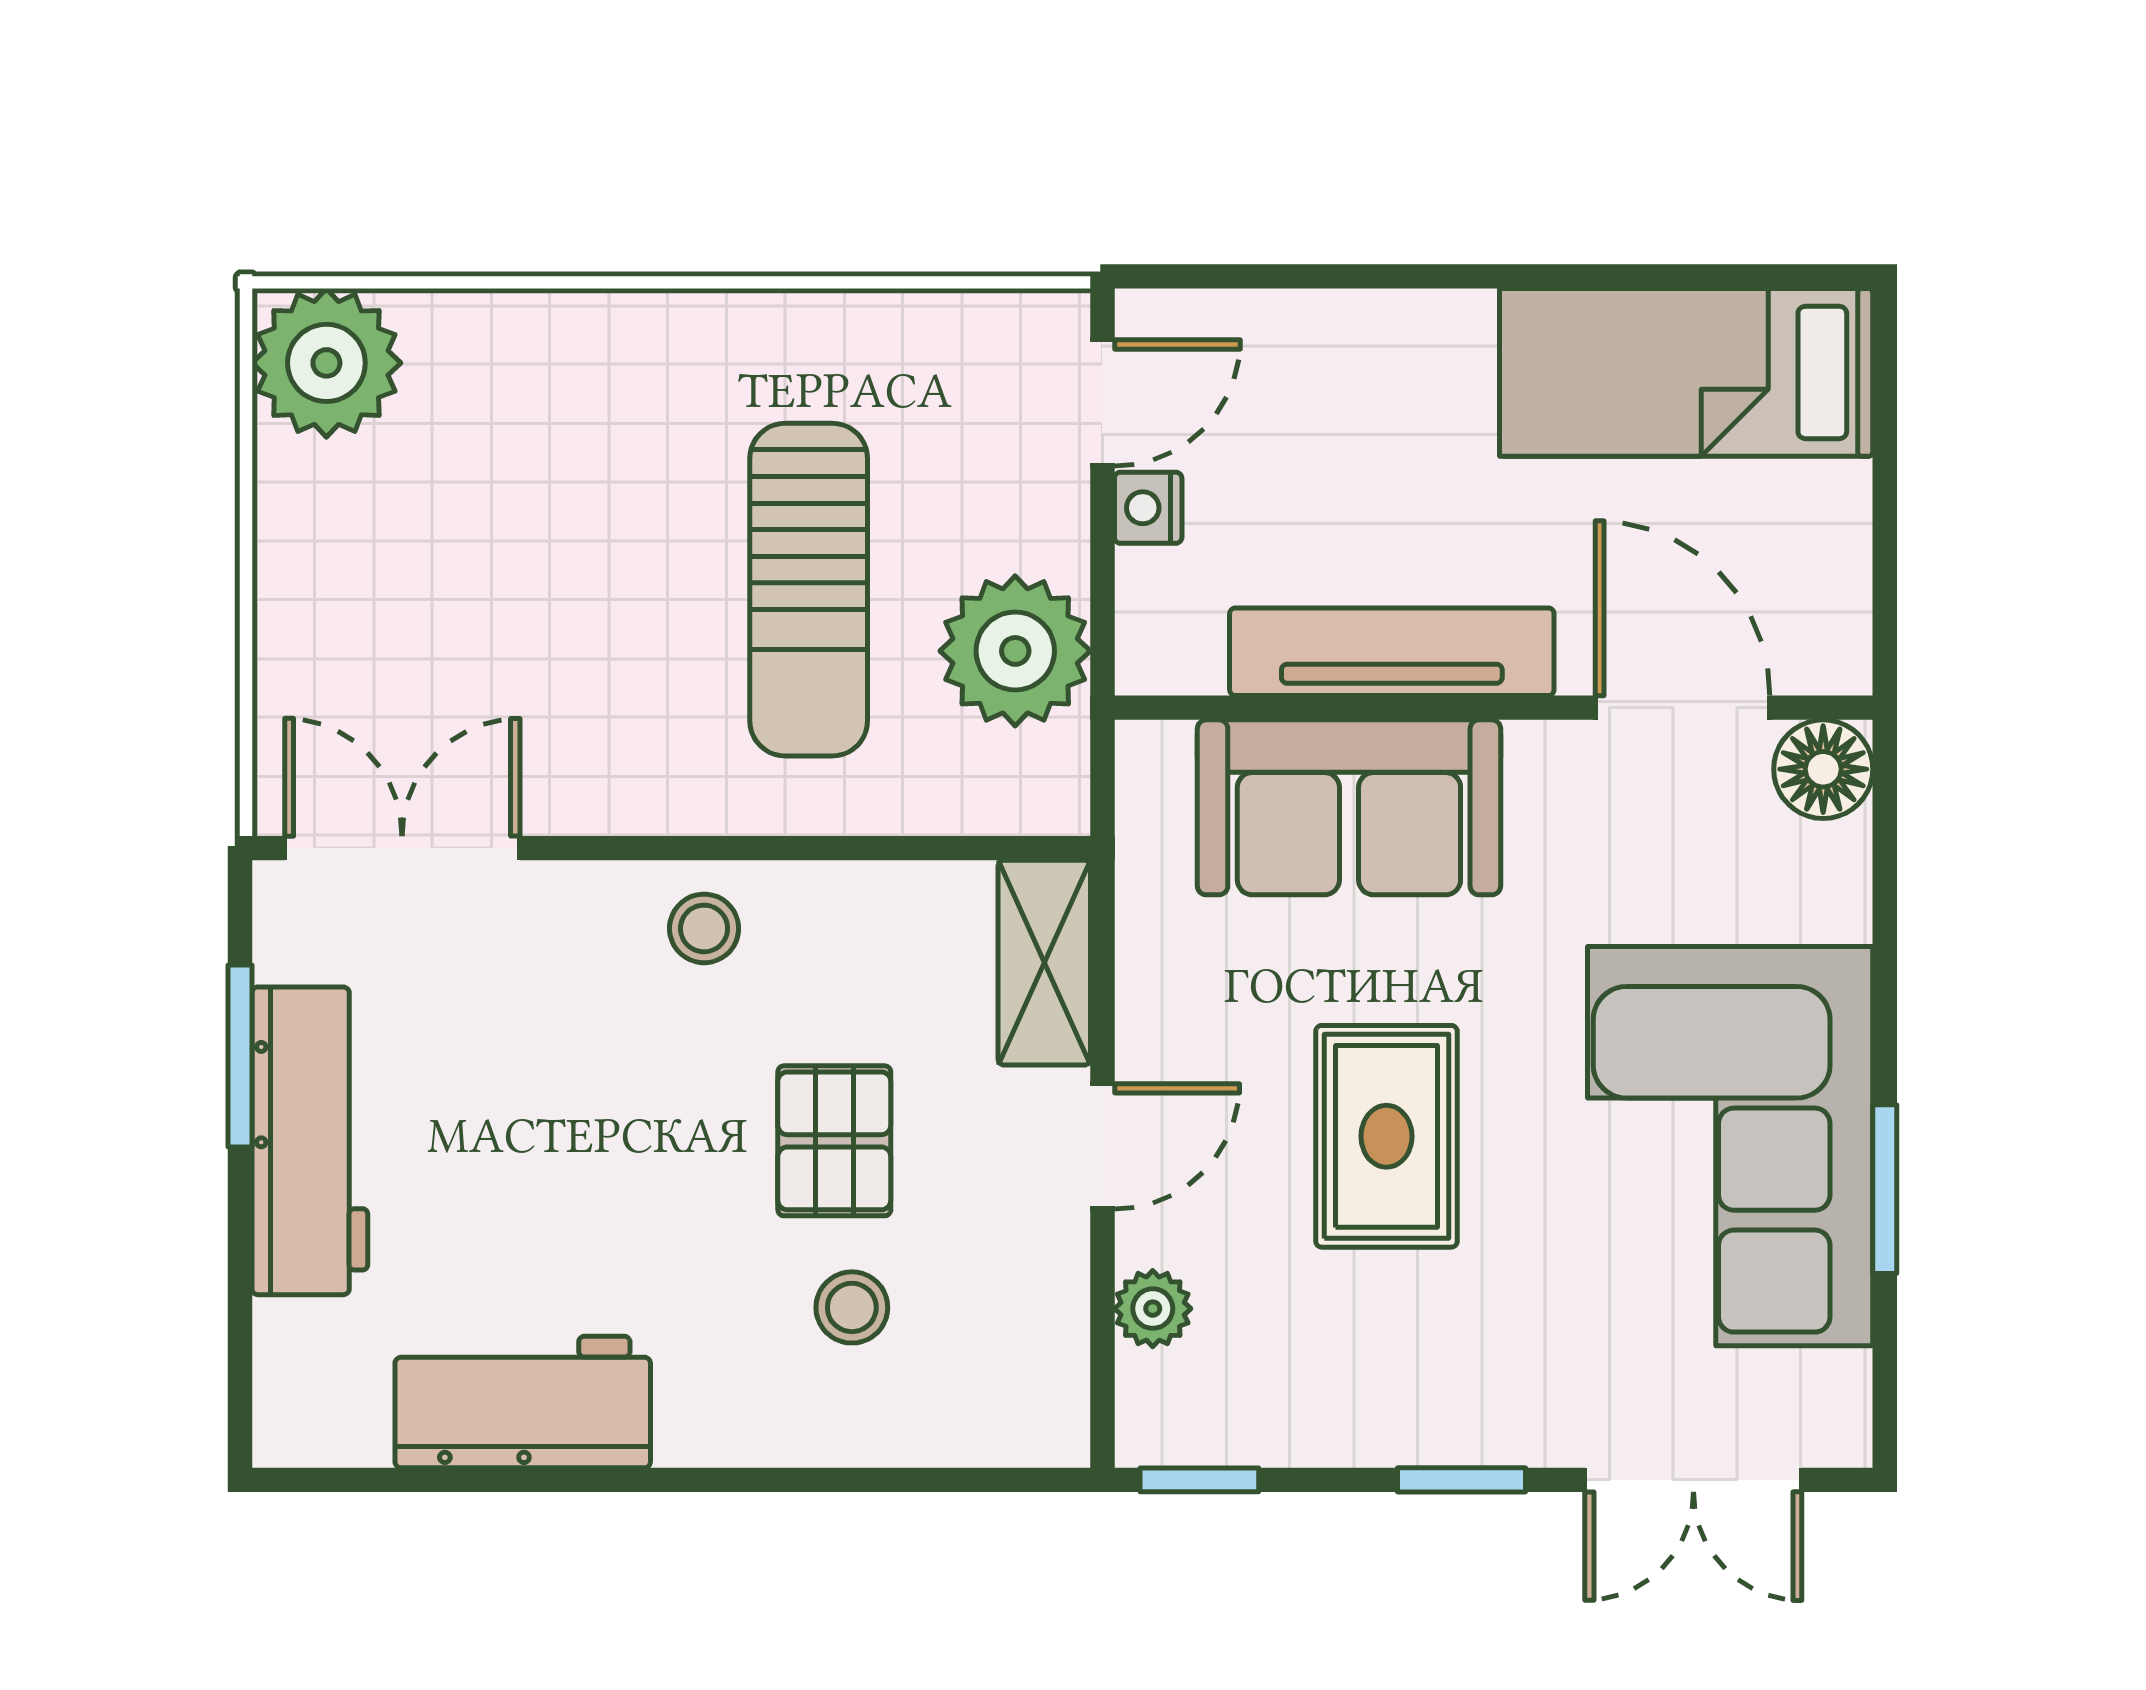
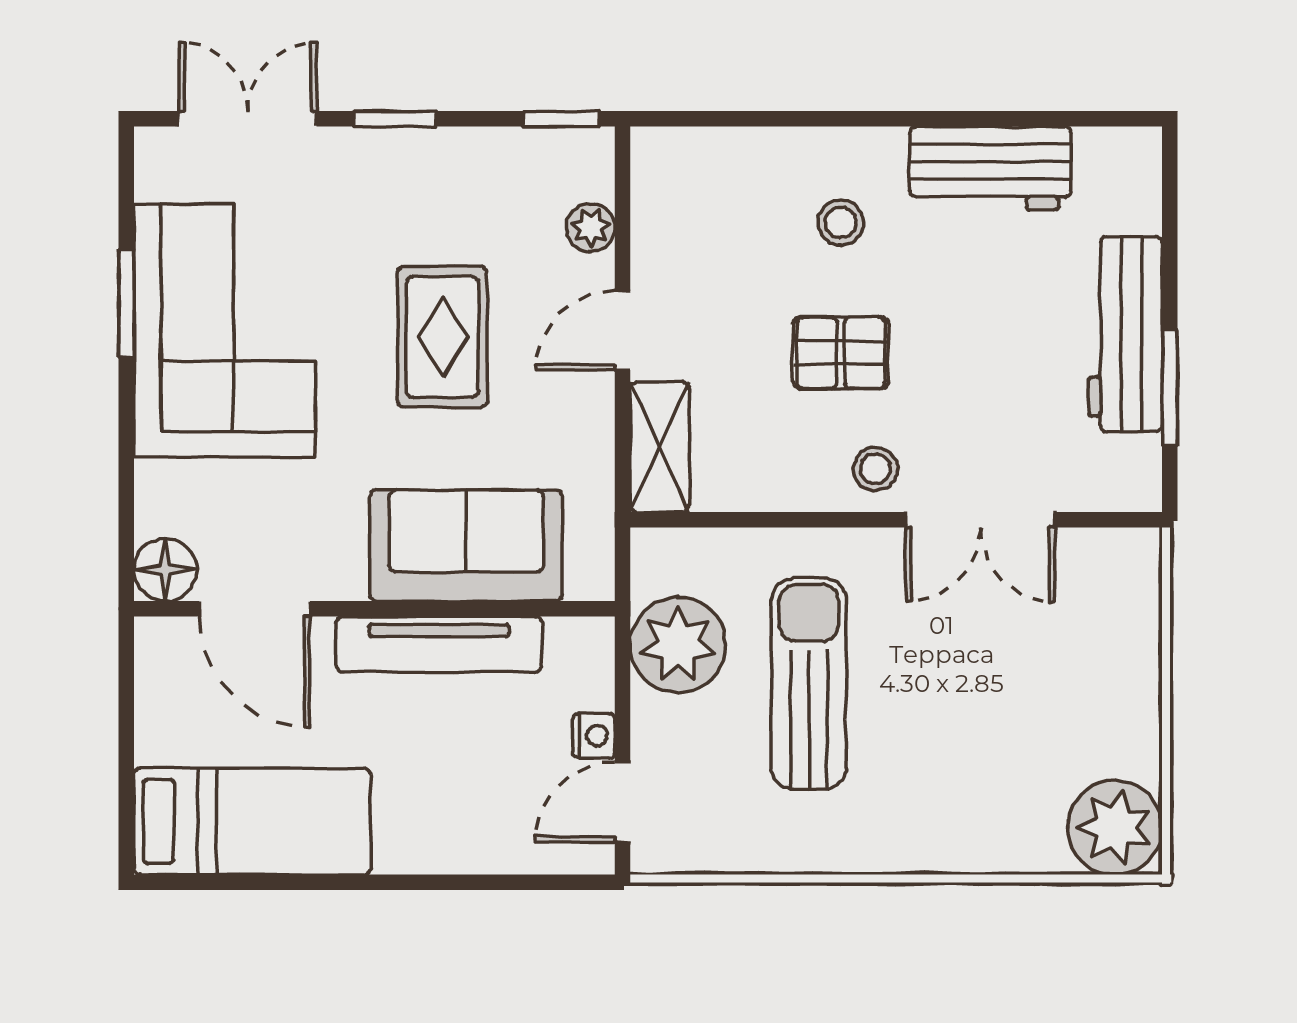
double door: (402, 848) -> (980, 520), moved
pallet: (834, 1141) -> (841, 353), moved, turned 90
stool: (852, 1307) -> (841, 222), moved

